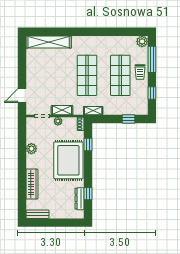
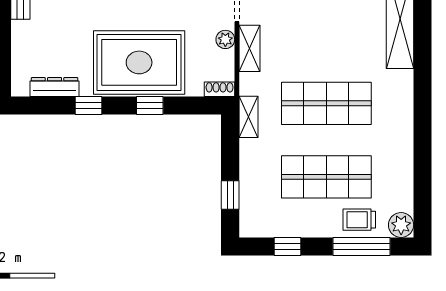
trolley: (140, 72) -> (359, 220), moved
window: (88, 145) -> (150, 106), moved
window: (88, 194) -> (88, 106), moved

